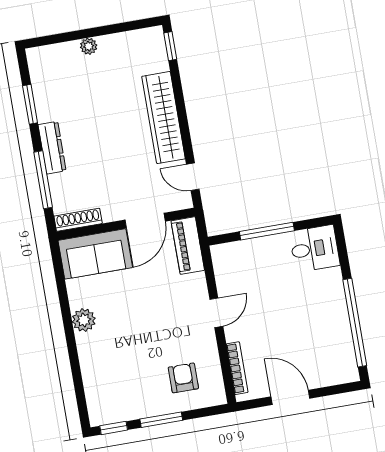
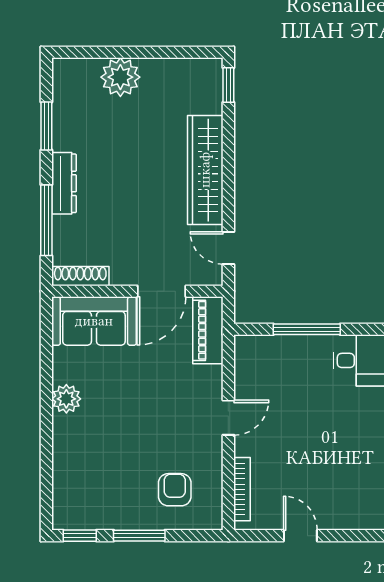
plant: (89, 46) -> (120, 77), width x1.88, depth x1.88
door: (290, 397) -> (300, 536), width x0.73

